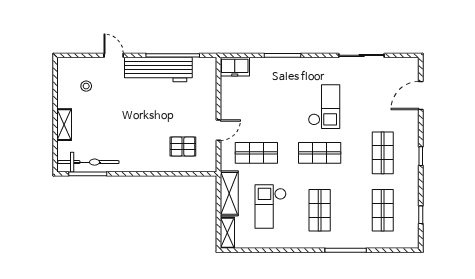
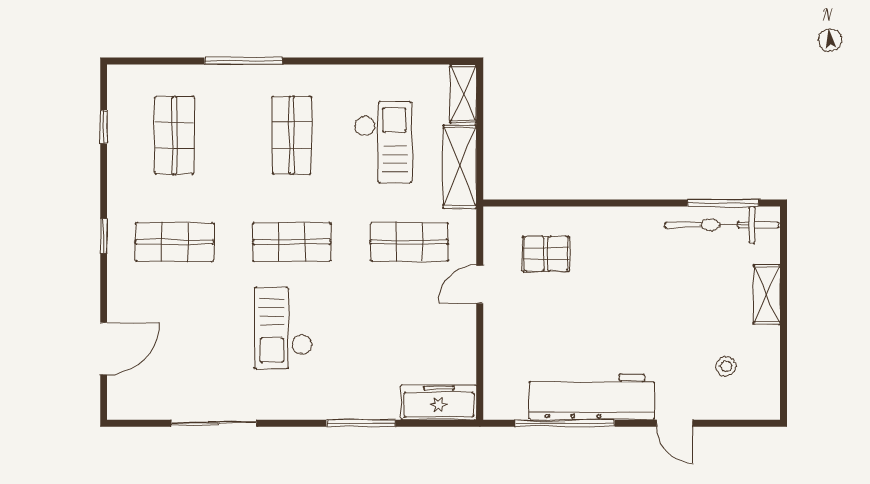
freezer: (235, 67) -> (439, 402), width x1.40
shop shelf: (383, 153) -> (174, 242), turned 90

